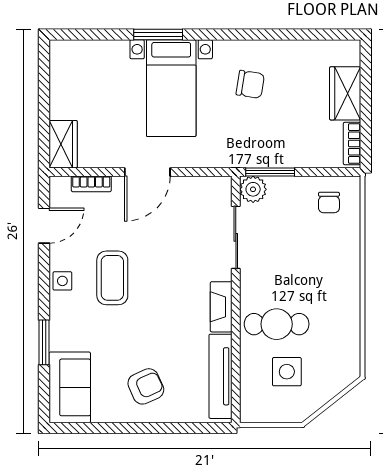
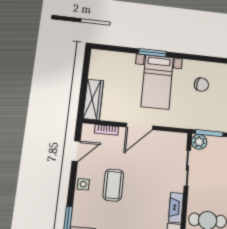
wardrobe: (63, 144) -> (93, 100), width x1.50

